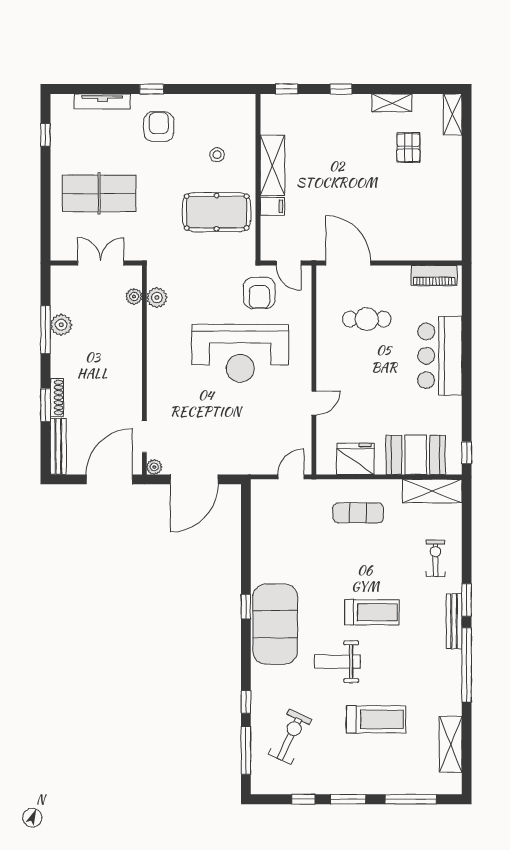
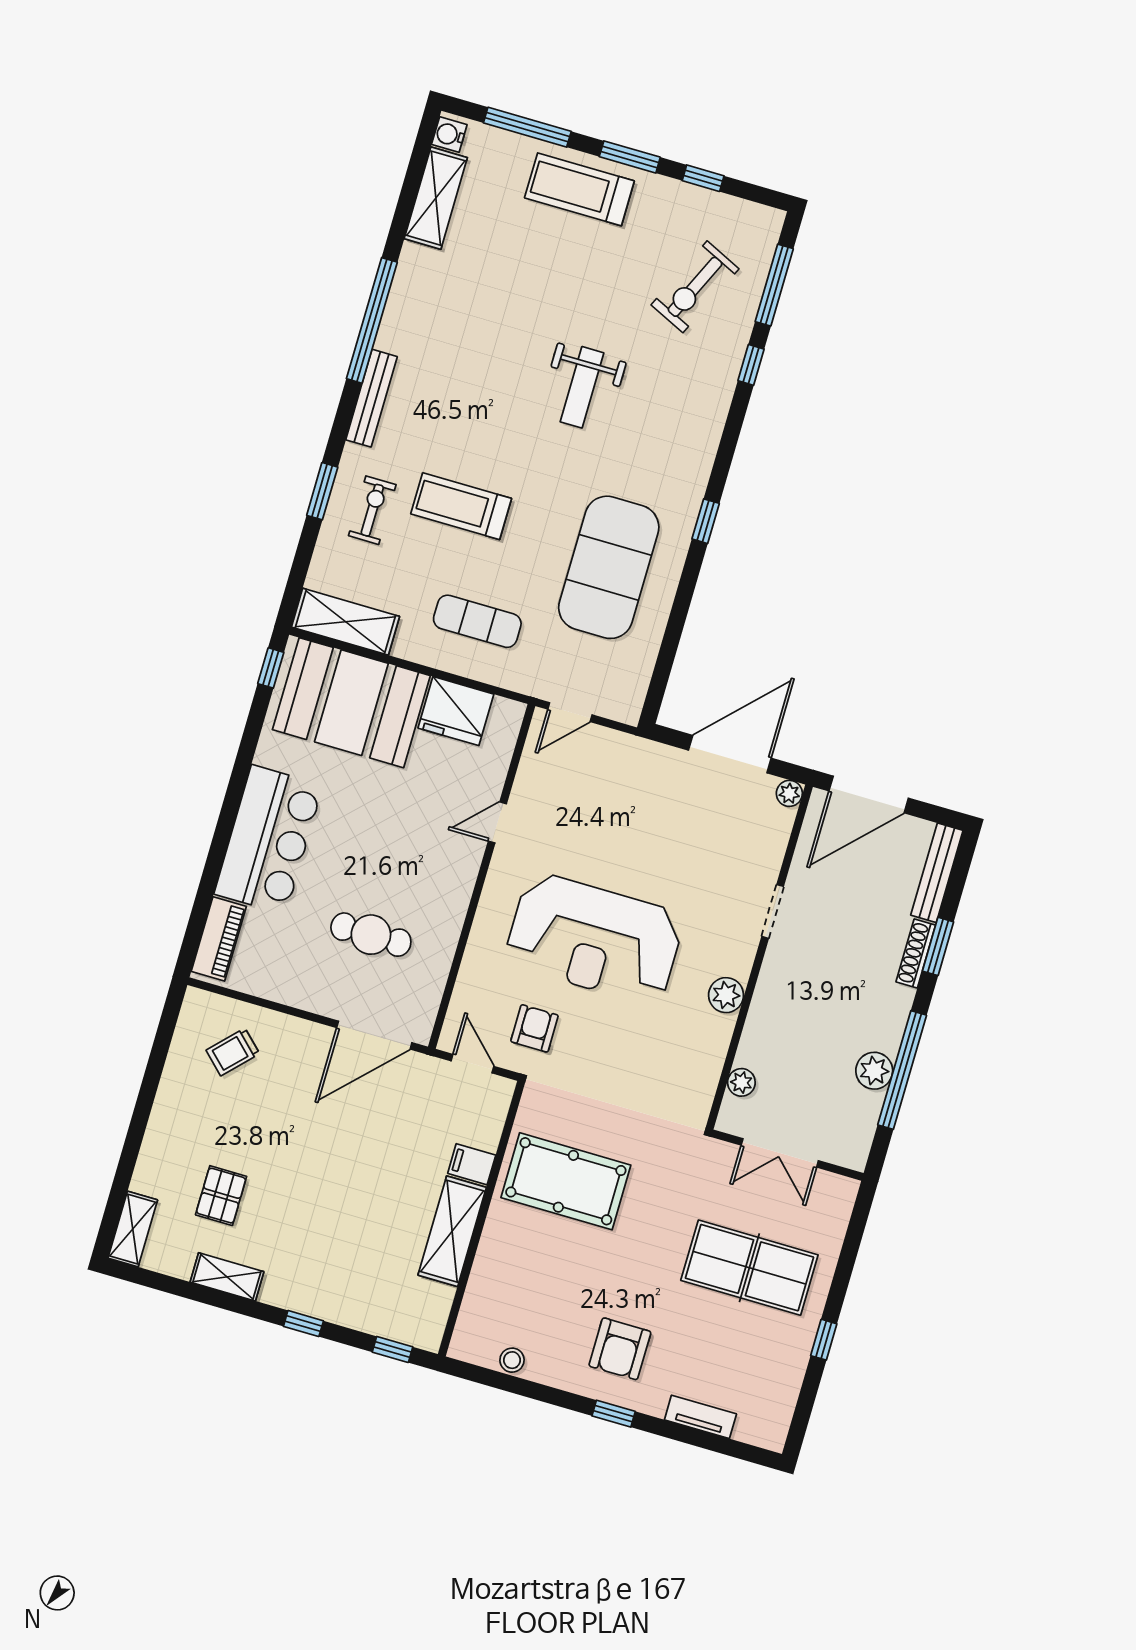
tv unit: (102, 101) -> (700, 1417), width x0.71
window: (46, 135) -> (824, 1340), moved
stool: (217, 155) -> (512, 1360), moved
trolley: (425, 230) -> (233, 1052), added
door: (348, 263) -> (374, 1035), hinge flipped
piano: (434, 276) -> (219, 939), moved, turned 90
armchair: (259, 293) -> (534, 1028), width x0.72, depth x0.72
plant: (157, 298) -> (726, 995), moved
window: (46, 330) -> (902, 1070), width x1.46
reception desk: (240, 353) -> (594, 939), turned 180
doorway: (144, 437) -> (773, 911), moved
booth: (416, 455) -> (351, 703), width x1.36, depth x1.42
exercise bike: (435, 558) -> (372, 510), turned 180
window: (467, 600) -> (322, 491), moved
treadmill: (372, 612) -> (461, 506), moved
exercise mat: (275, 624) -> (609, 567), moved
weight bench: (337, 662) -> (582, 387), turned 90
treadmill: (376, 719) -> (579, 189), moved
water cooler: (453, 782) -> (449, 135), added

